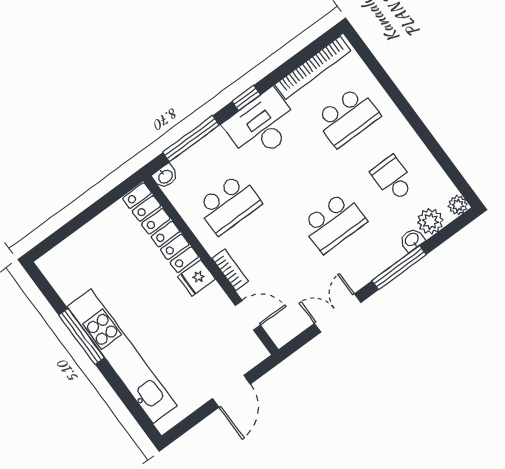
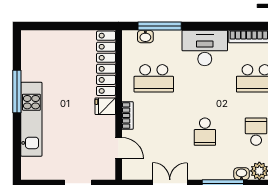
window: (246, 98) -> (207, 26), removed
washbasin: (165, 176) -> (145, 36), moved
school desk: (334, 222) -> (205, 132), width x0.54
kitchen unit: (122, 356) -> (31, 119), width x0.73

